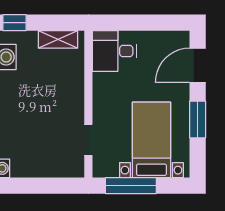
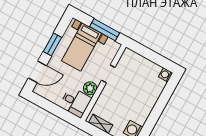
plant: (104, 84) -> (90, 88), added
doorway: (88, 140) -> (108, 74), moved

